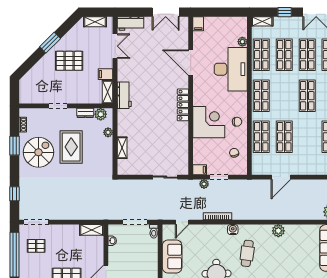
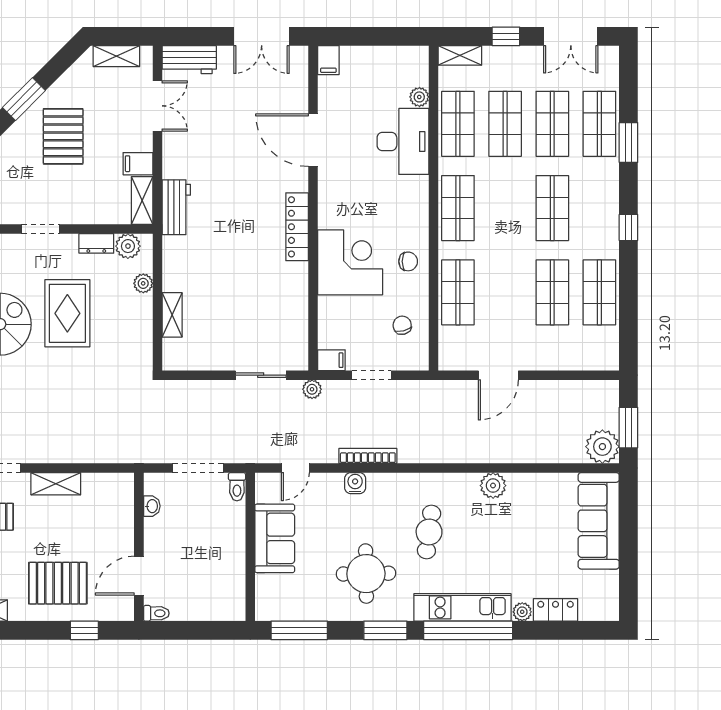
pallet: (69, 61) -> (63, 136), turned 90
desk: (231, 69) -> (403, 141), width x0.73, depth x0.77
shop shelf: (284, 137) -> (552, 292), moved
plant: (204, 184) -> (312, 389), moved
shelving: (92, 230) -> (56, 484), moved
water cooler: (233, 230) -> (355, 483), moved

